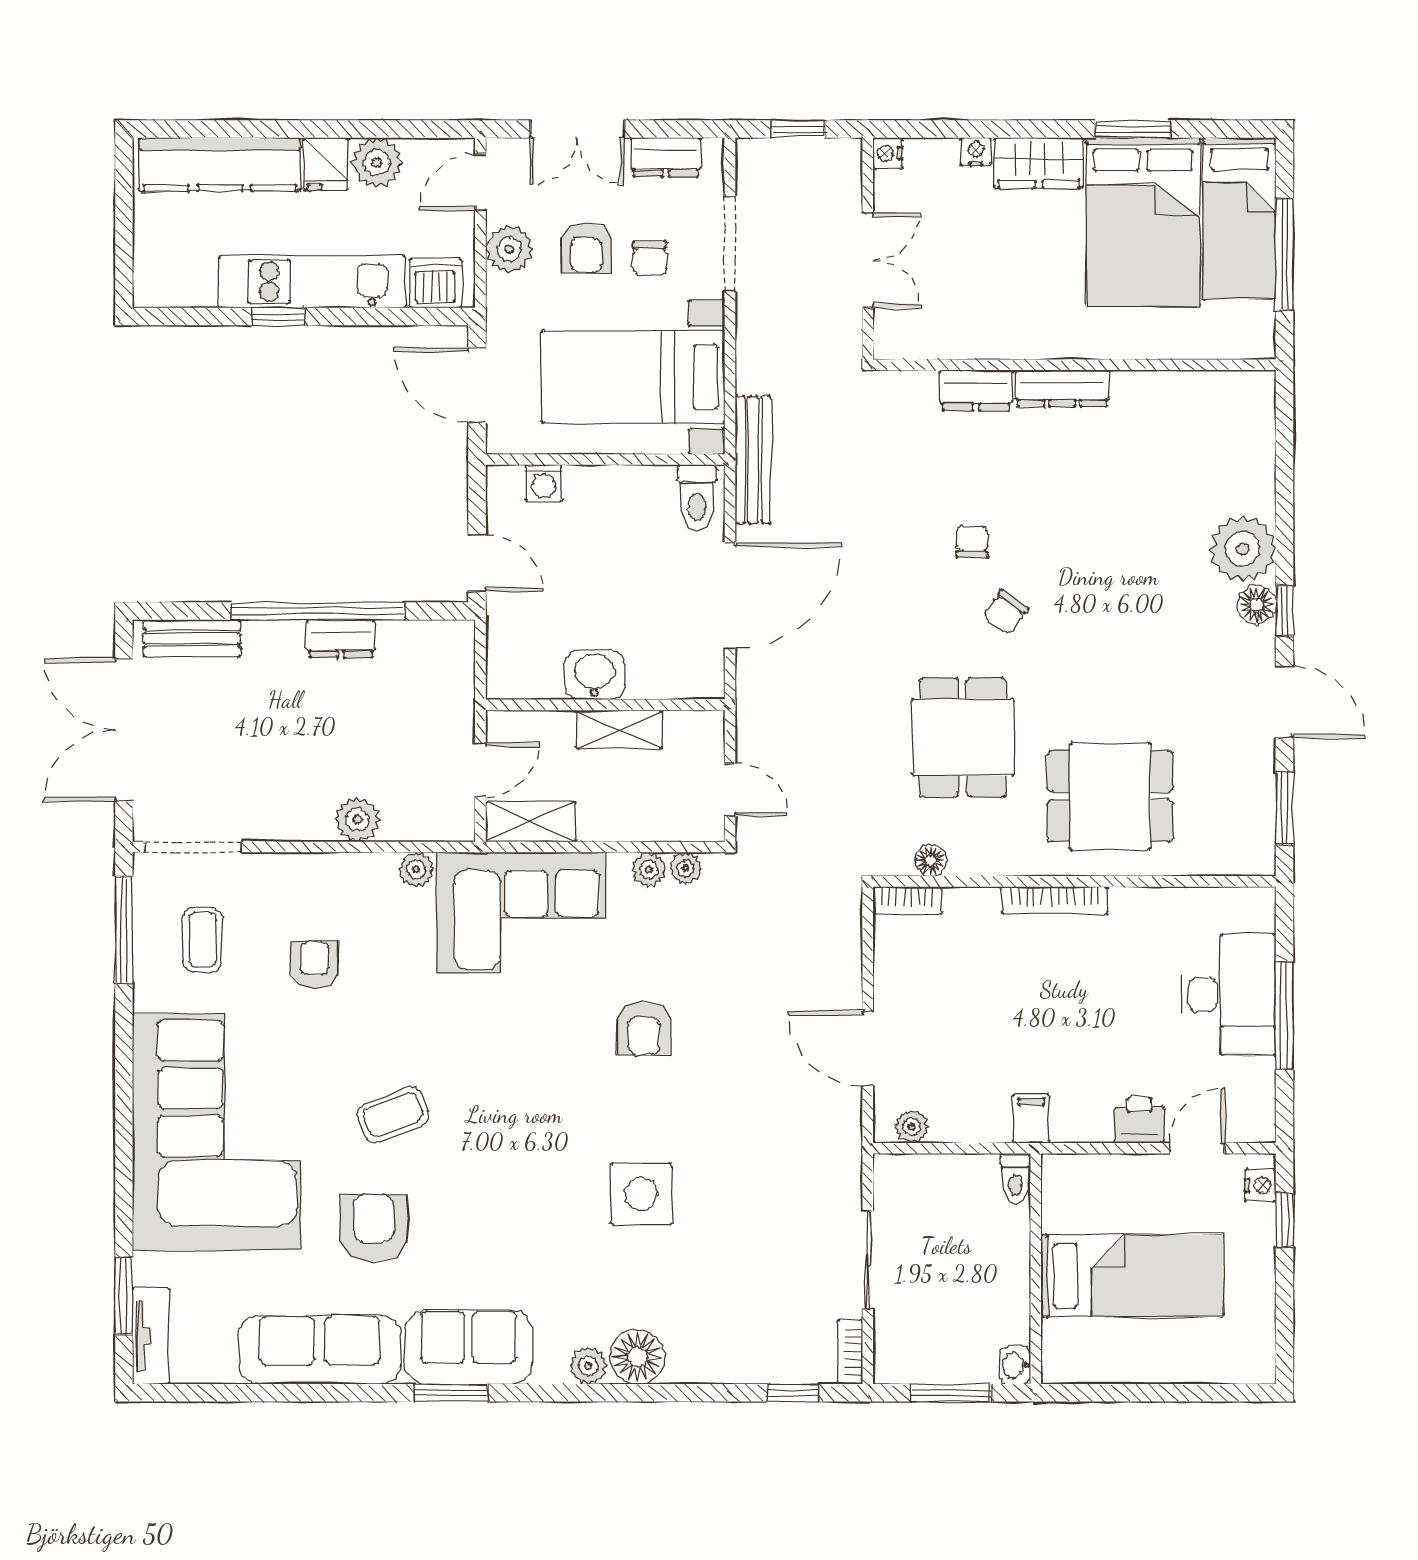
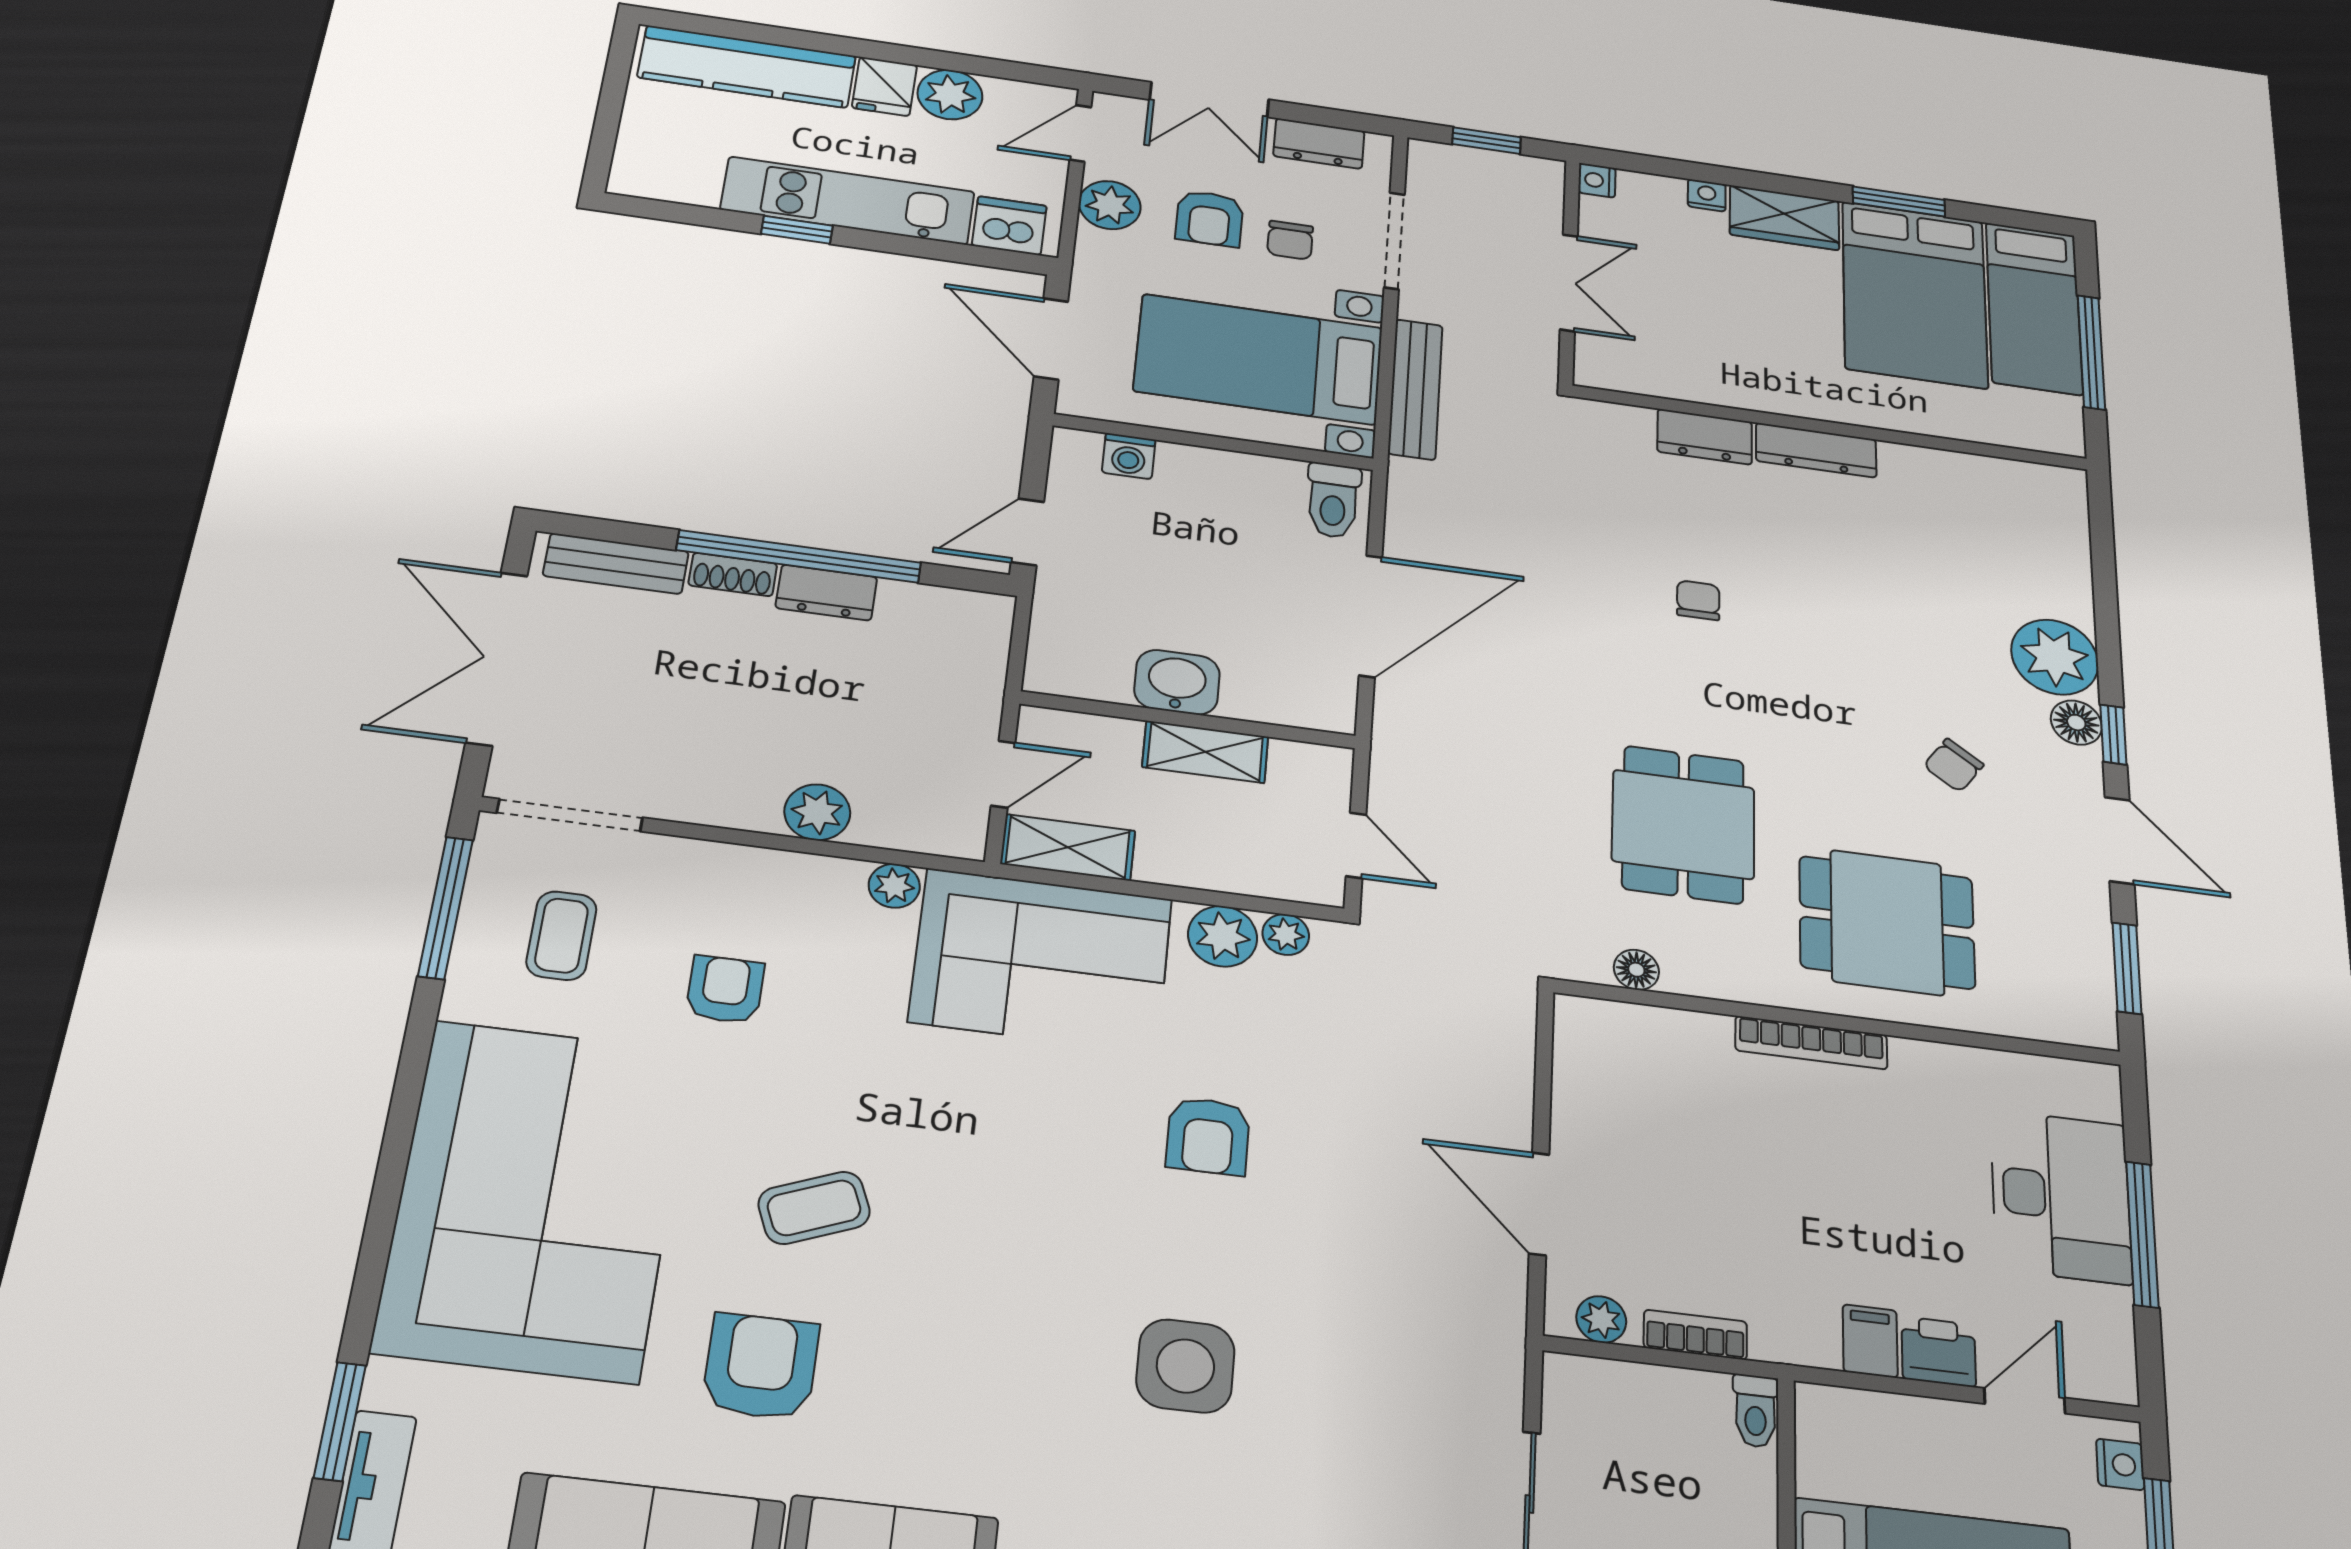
bench: (753, 460) -> (1415, 389), moved
door: (477, 563) -> (1028, 532), swing flipped
chair: (1005, 612) -> (1954, 765), moved
shoe rack: (274, 634) -> (733, 574), added
plant: (649, 869) -> (1223, 936), width x1.38, depth x1.38
bookcase: (907, 900) -> (1695, 1335), moved, turned 180
filing cabinet: (1031, 1119) -> (1870, 1341), moved

